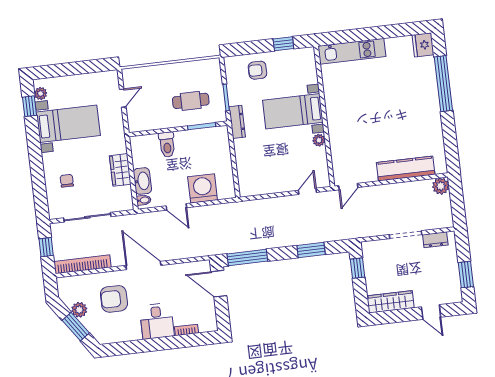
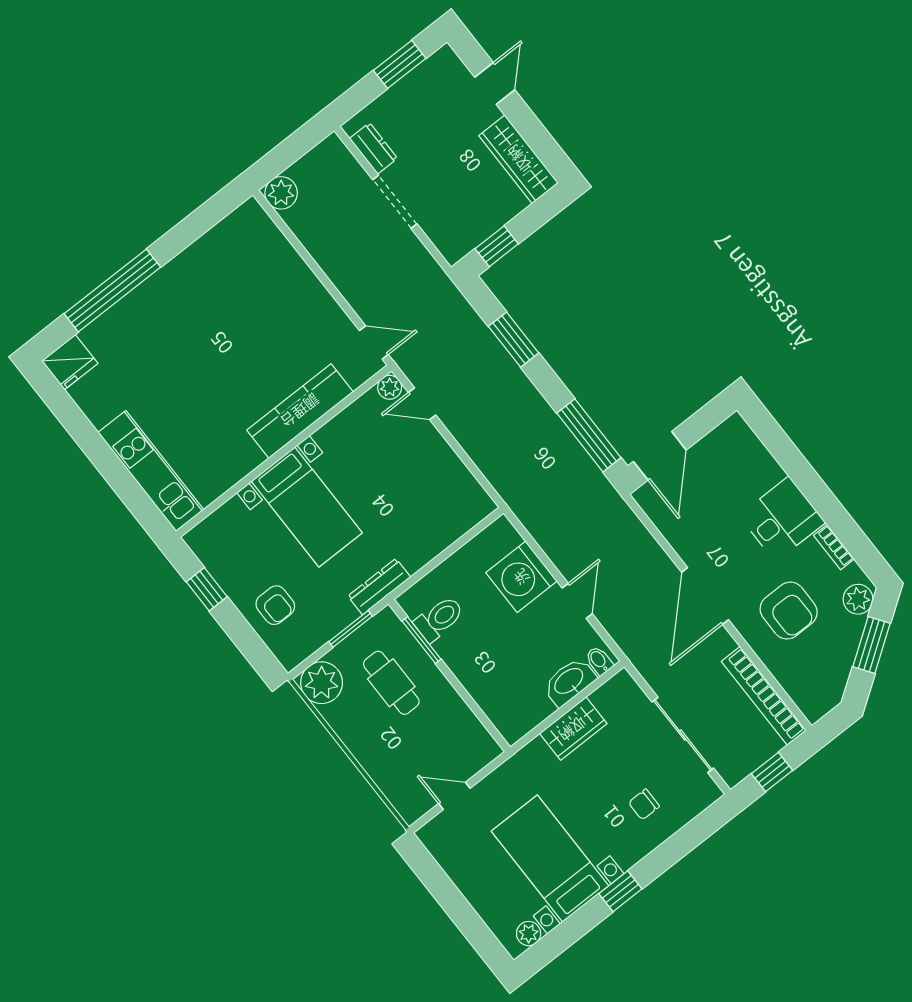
plant: (210, 70) -> (322, 683), added
window: (30, 106) -> (620, 891), moved
plant: (319, 140) -> (390, 387), moved
toilet: (167, 145) -> (439, 619), moved
kitchen counter: (406, 169) -> (300, 411), moved, turned 90
plant: (79, 310) -> (858, 599), moved
bookcase: (187, 330) -> (834, 547), moved

